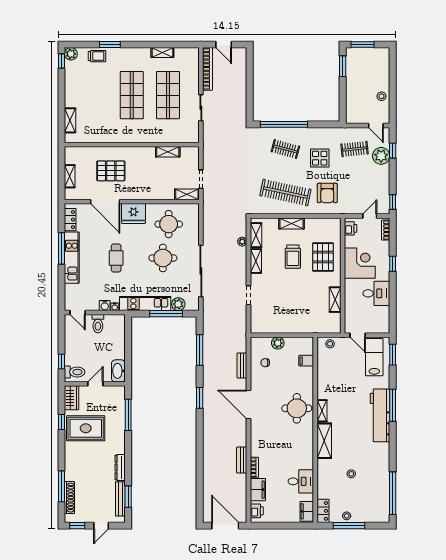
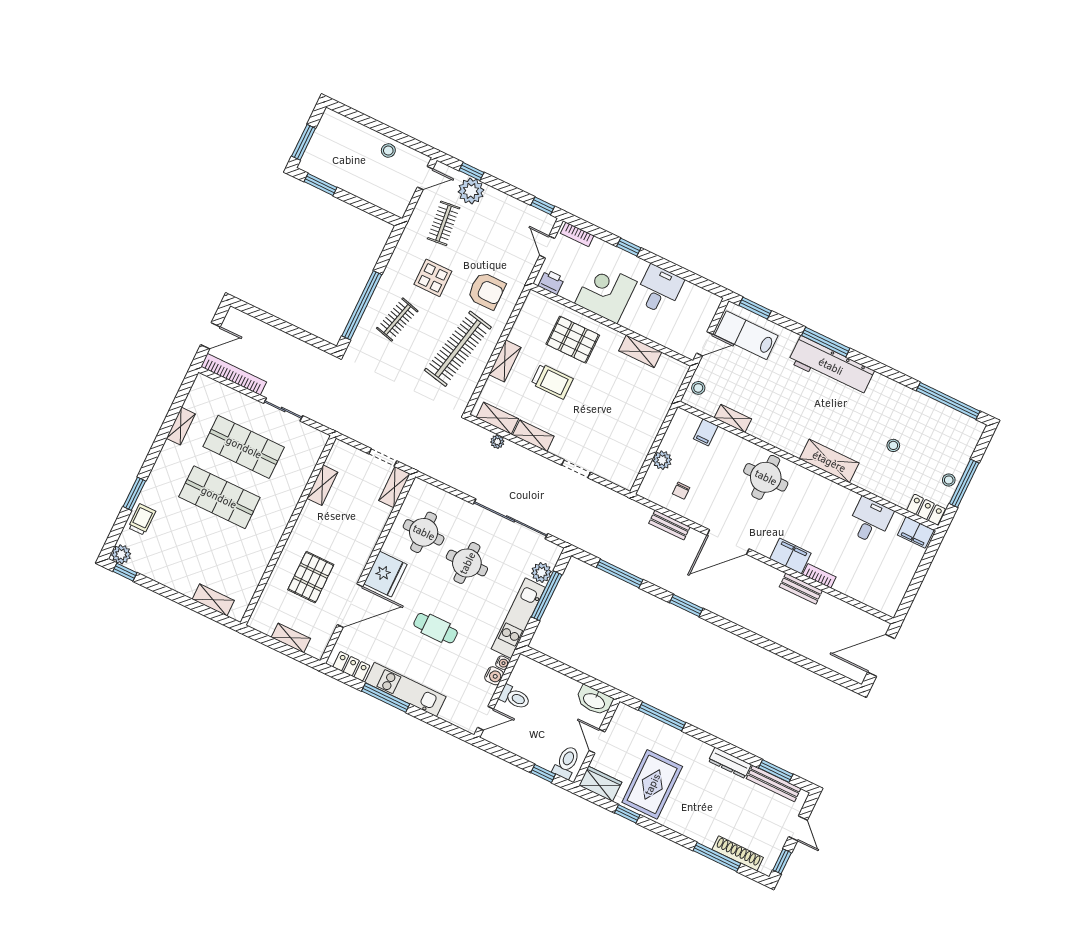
shelving: (322, 411) -> (733, 418), moved
filing cabinet: (258, 490) -> (790, 556), moved
printer: (257, 511) -> (882, 602), removed

